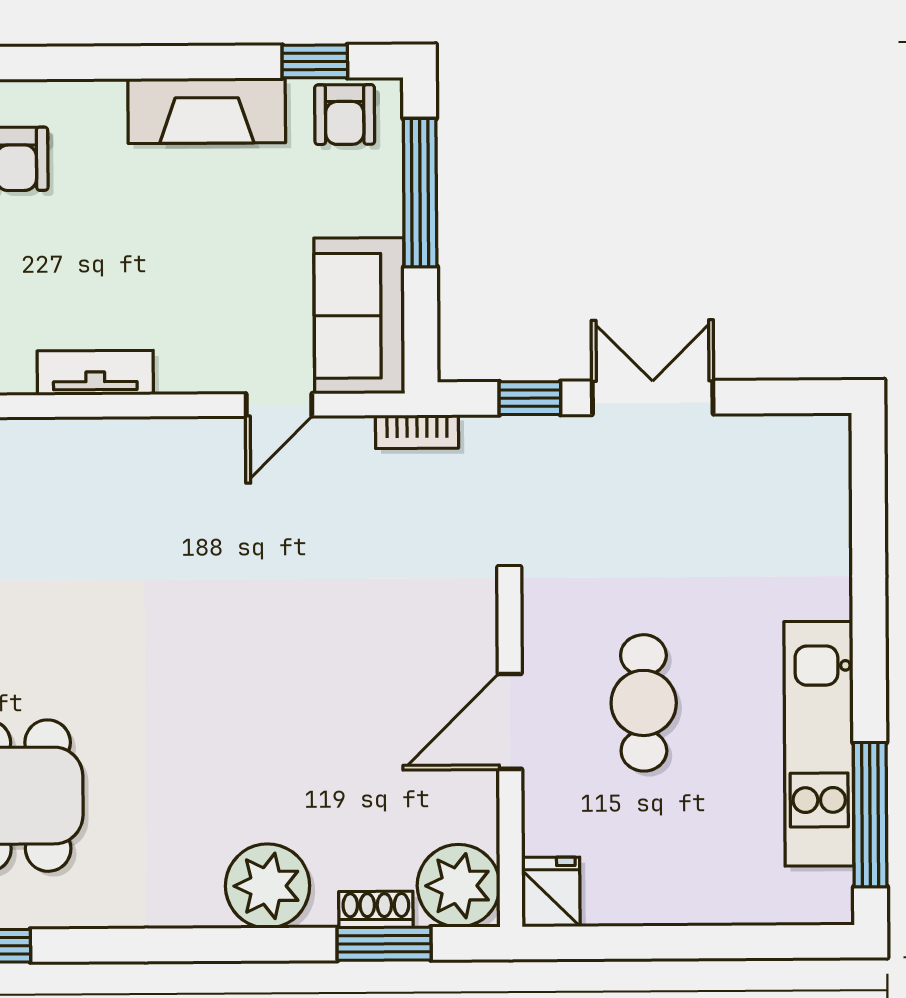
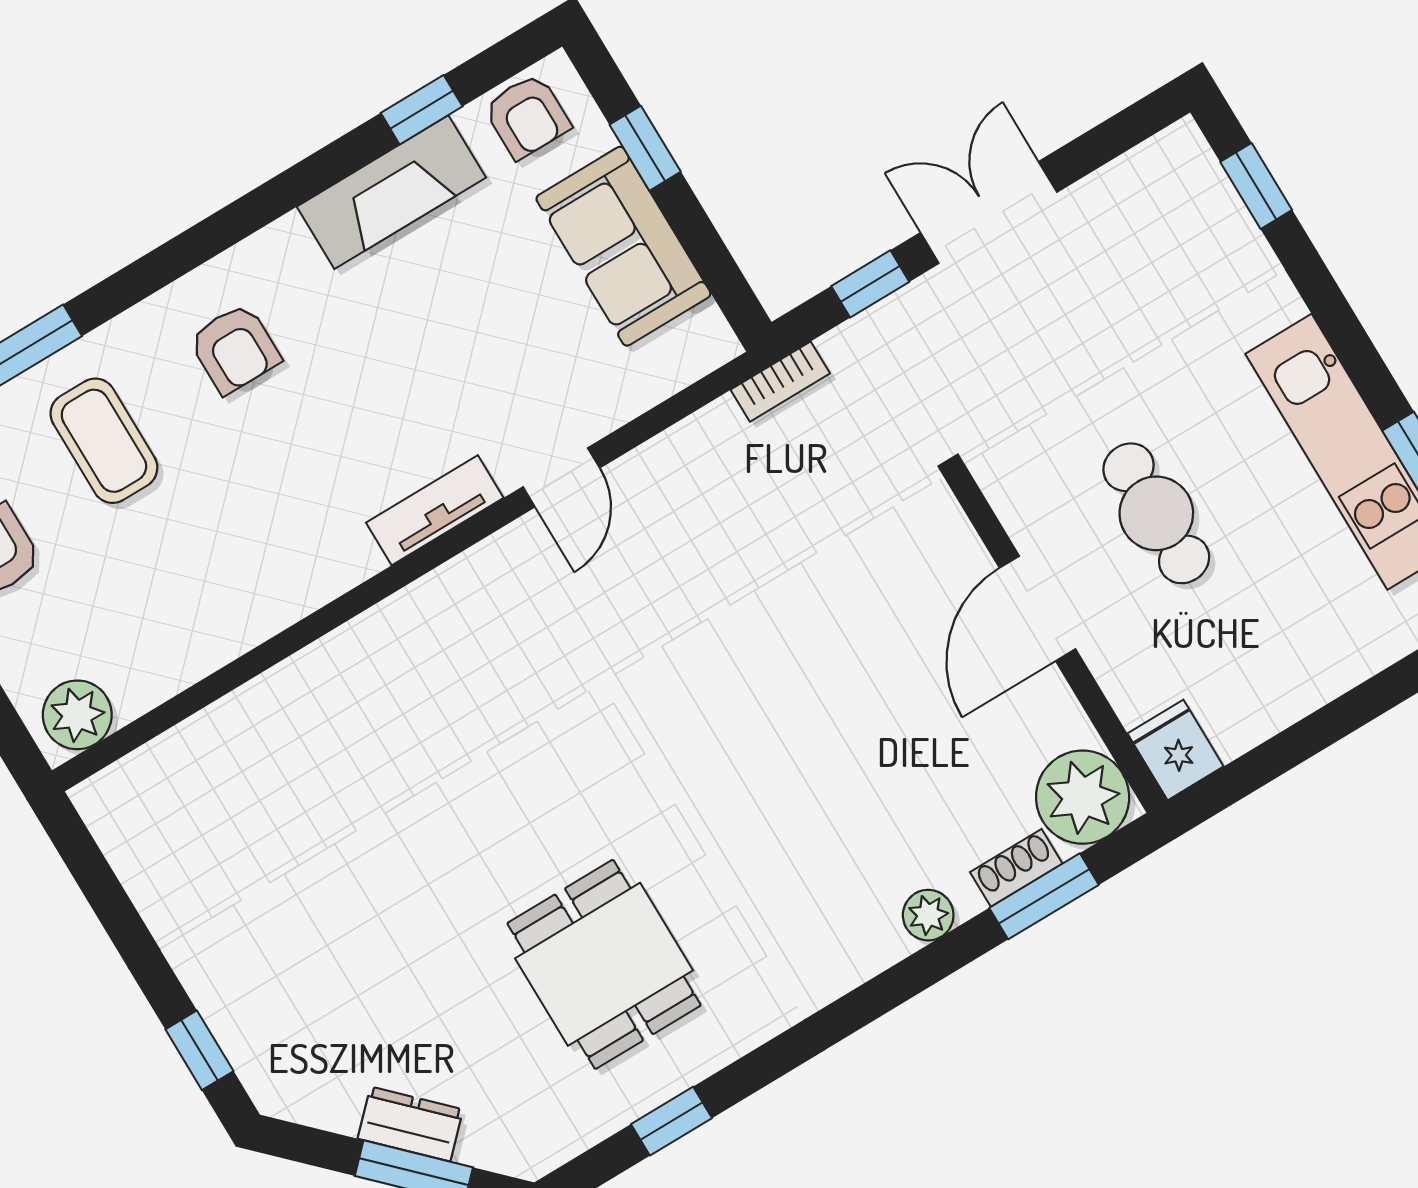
window: (315, 61) -> (422, 110), moved
window: (420, 193) -> (645, 148), width x0.46
sofa: (359, 316) -> (623, 246), moved
door: (279, 405) -> (561, 477), moved
window: (868, 499) -> (1256, 186), added
plant: (268, 886) -> (928, 915), width x0.53, depth x0.53

